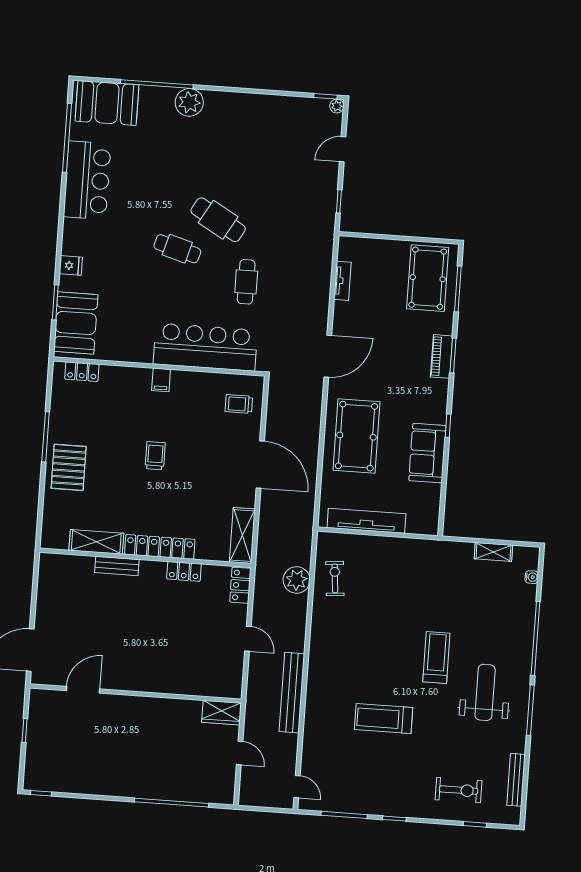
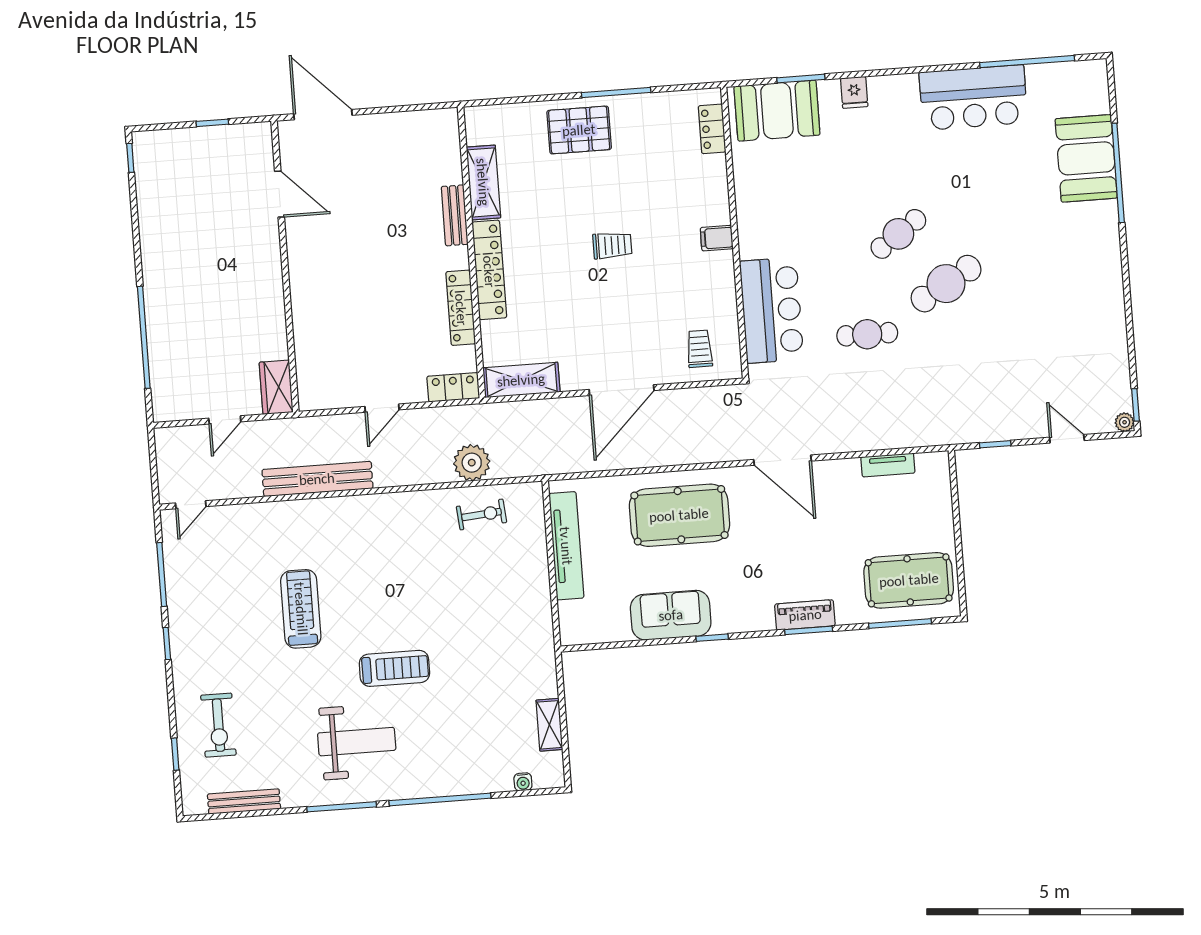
plant: (189, 102) -> (1100, 221), removed
booth: (107, 103) -> (1086, 158), moved
cafe table: (218, 220) -> (946, 284), turned 30
cafe table: (177, 249) -> (898, 234), turned 39
bar counter: (205, 347) -> (772, 310), width x0.73
locker: (184, 571) -> (461, 308), width x1.53

